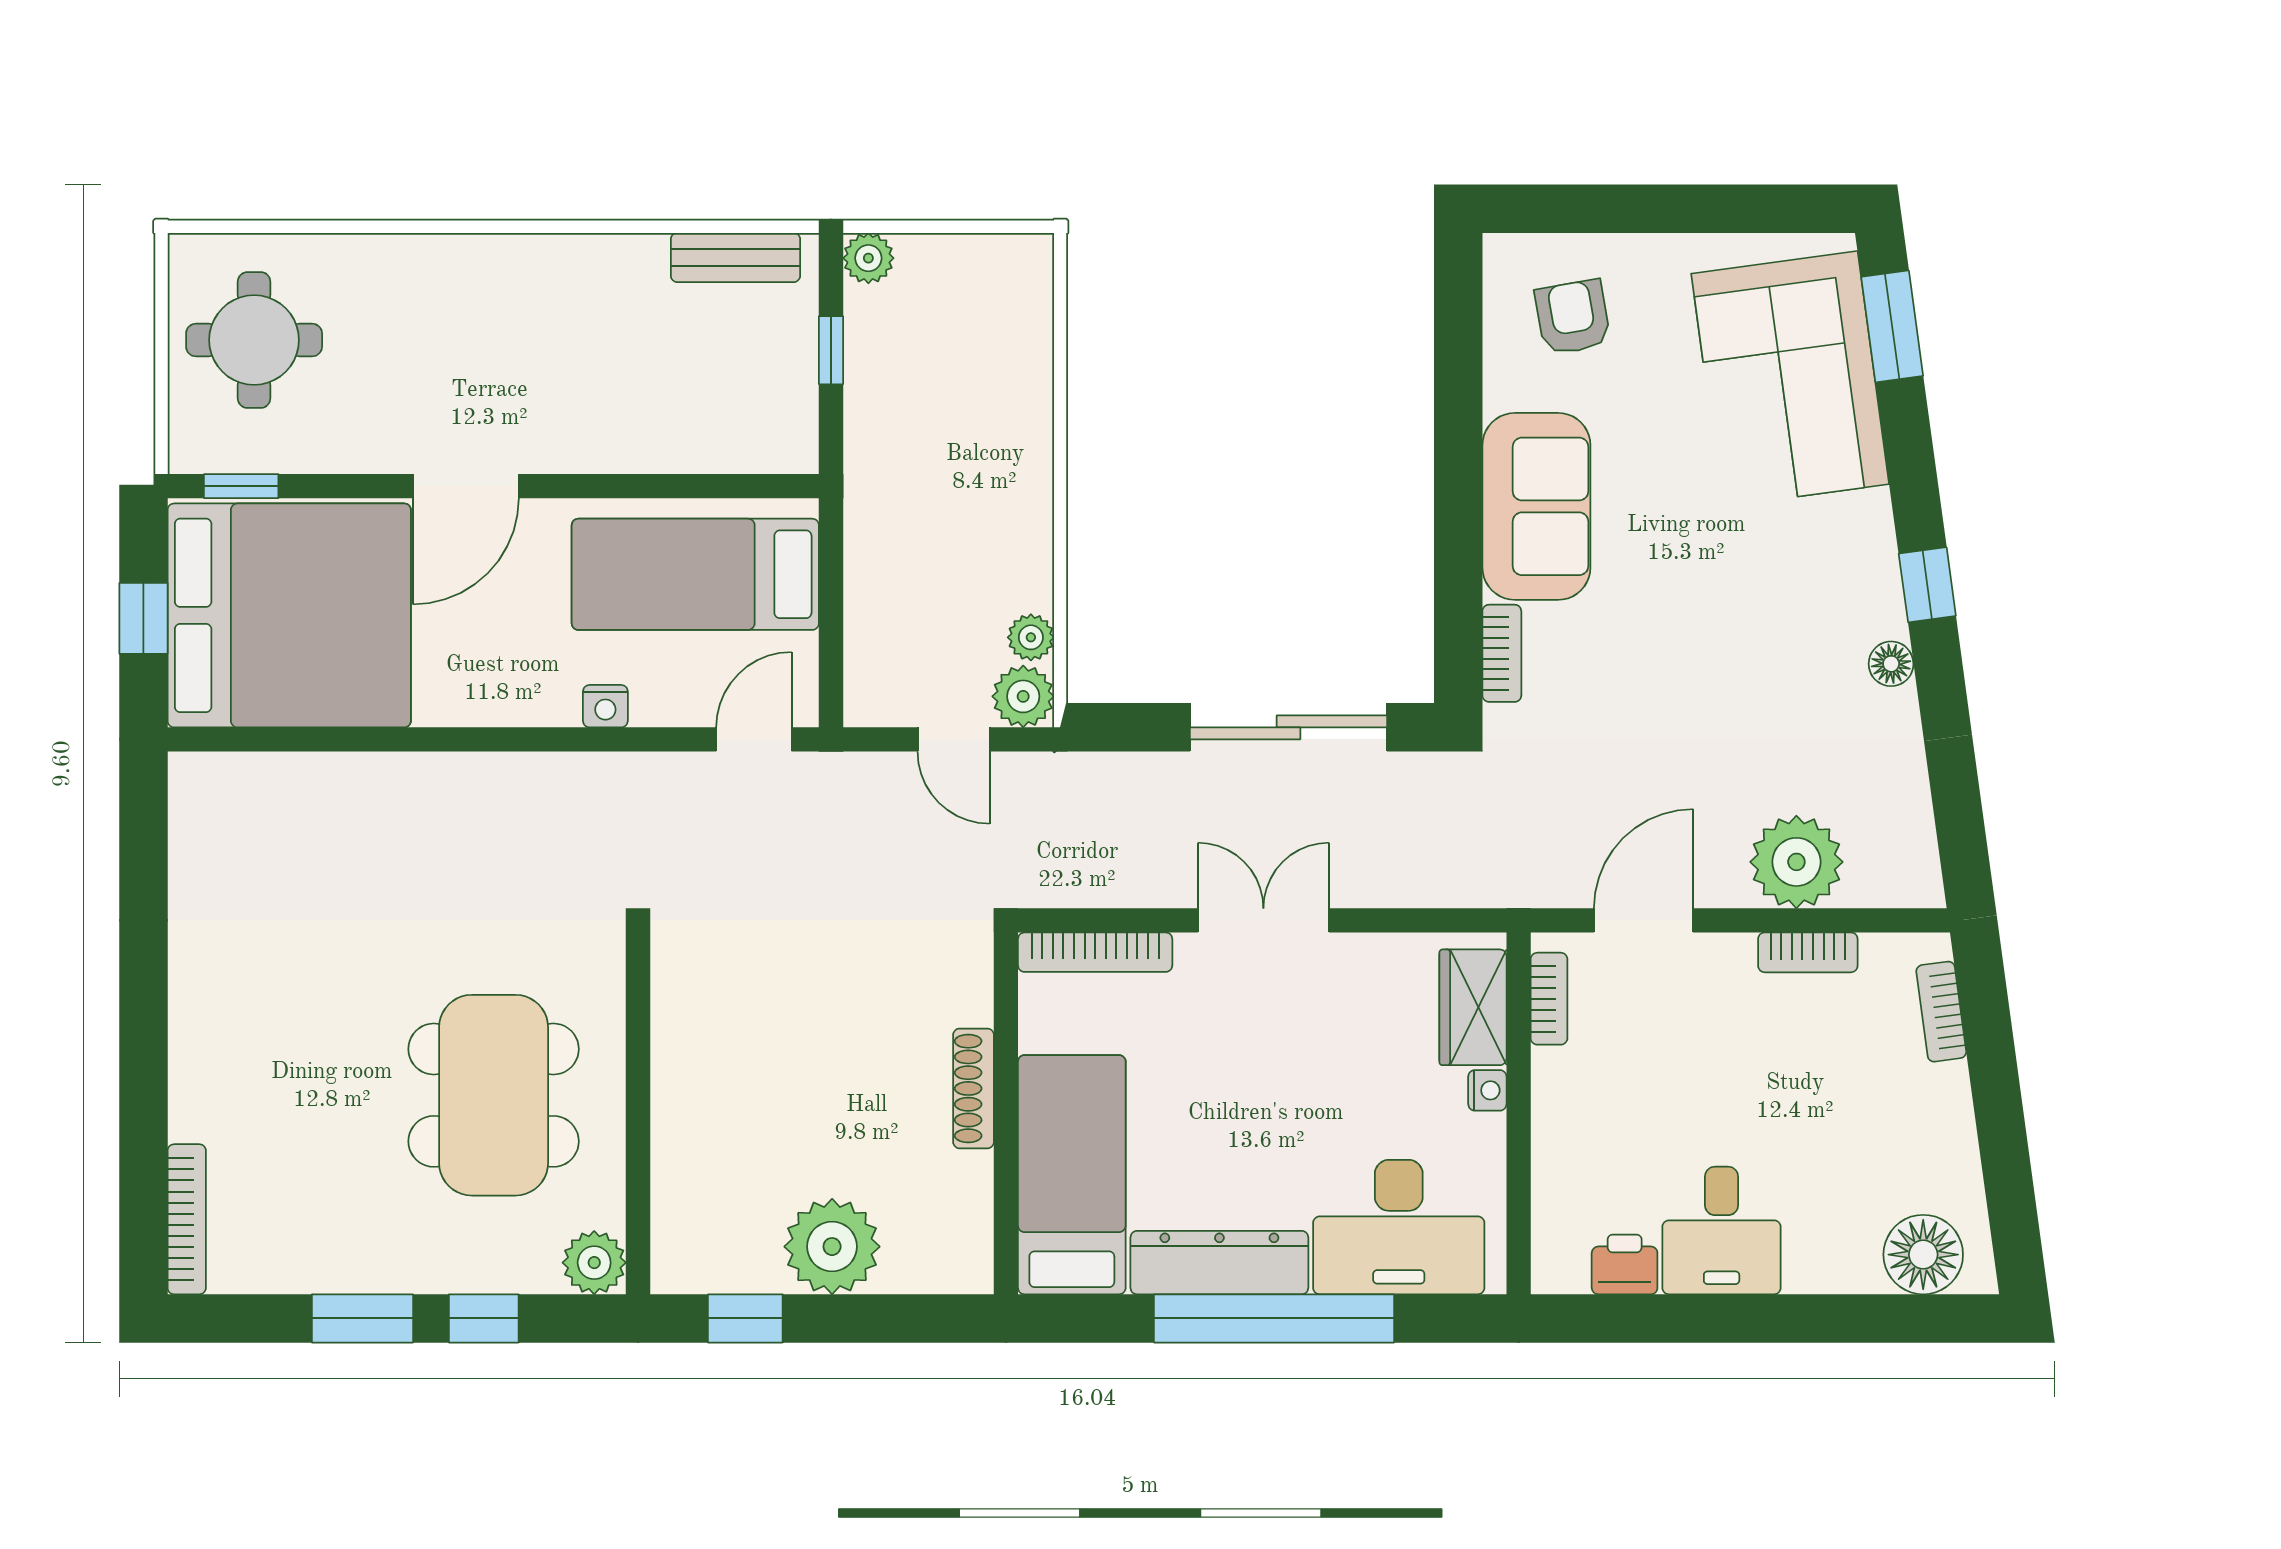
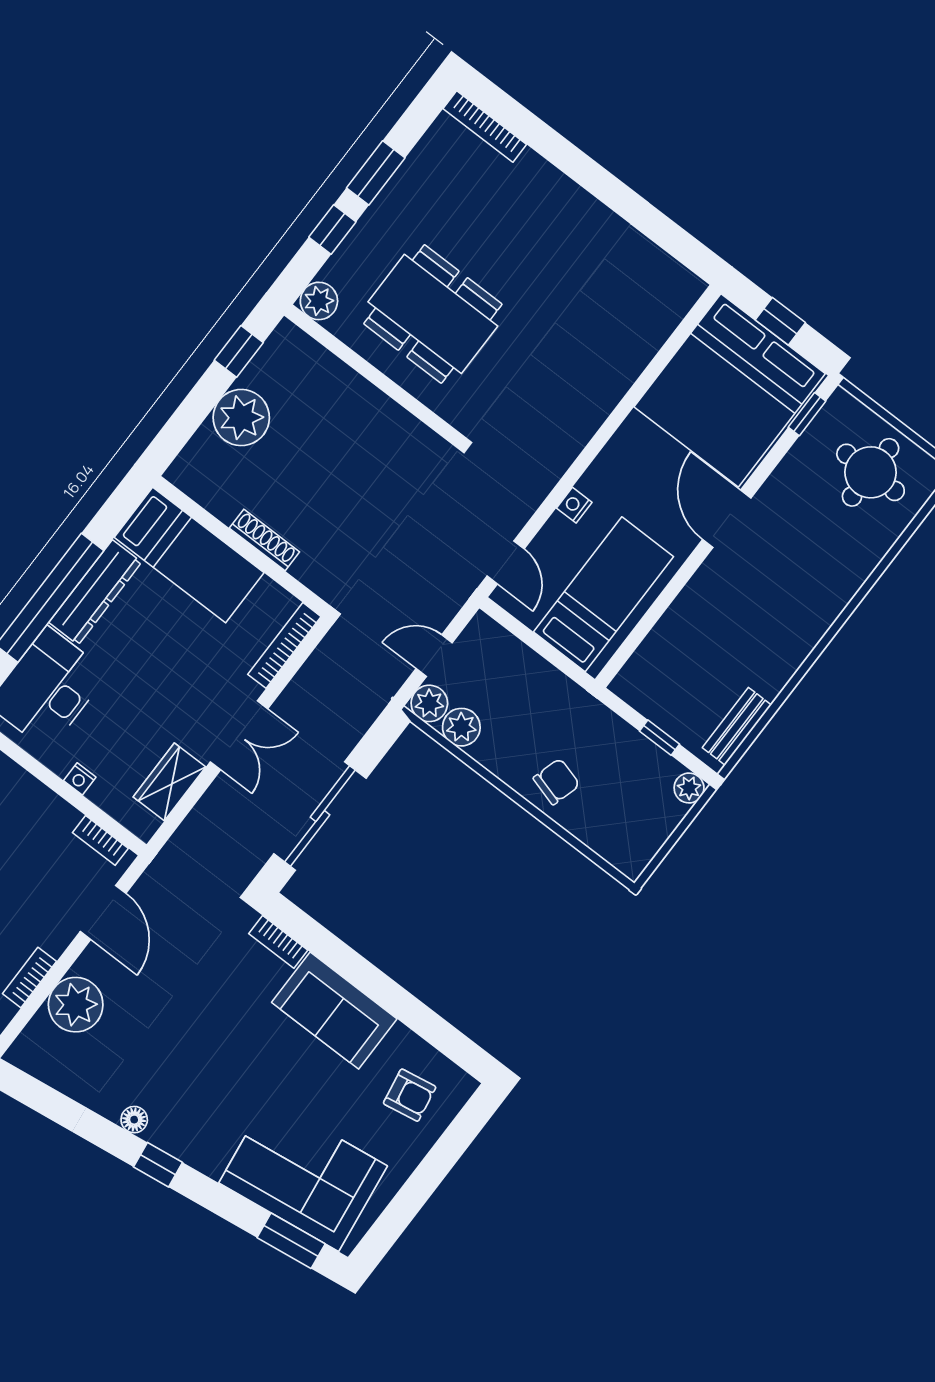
chair: (997, 444) -> (557, 782), added
plant: (1031, 637) -> (461, 727), width x1.38, depth x1.38
wardrobe: (1473, 1007) -> (169, 782), moved, turned -90

